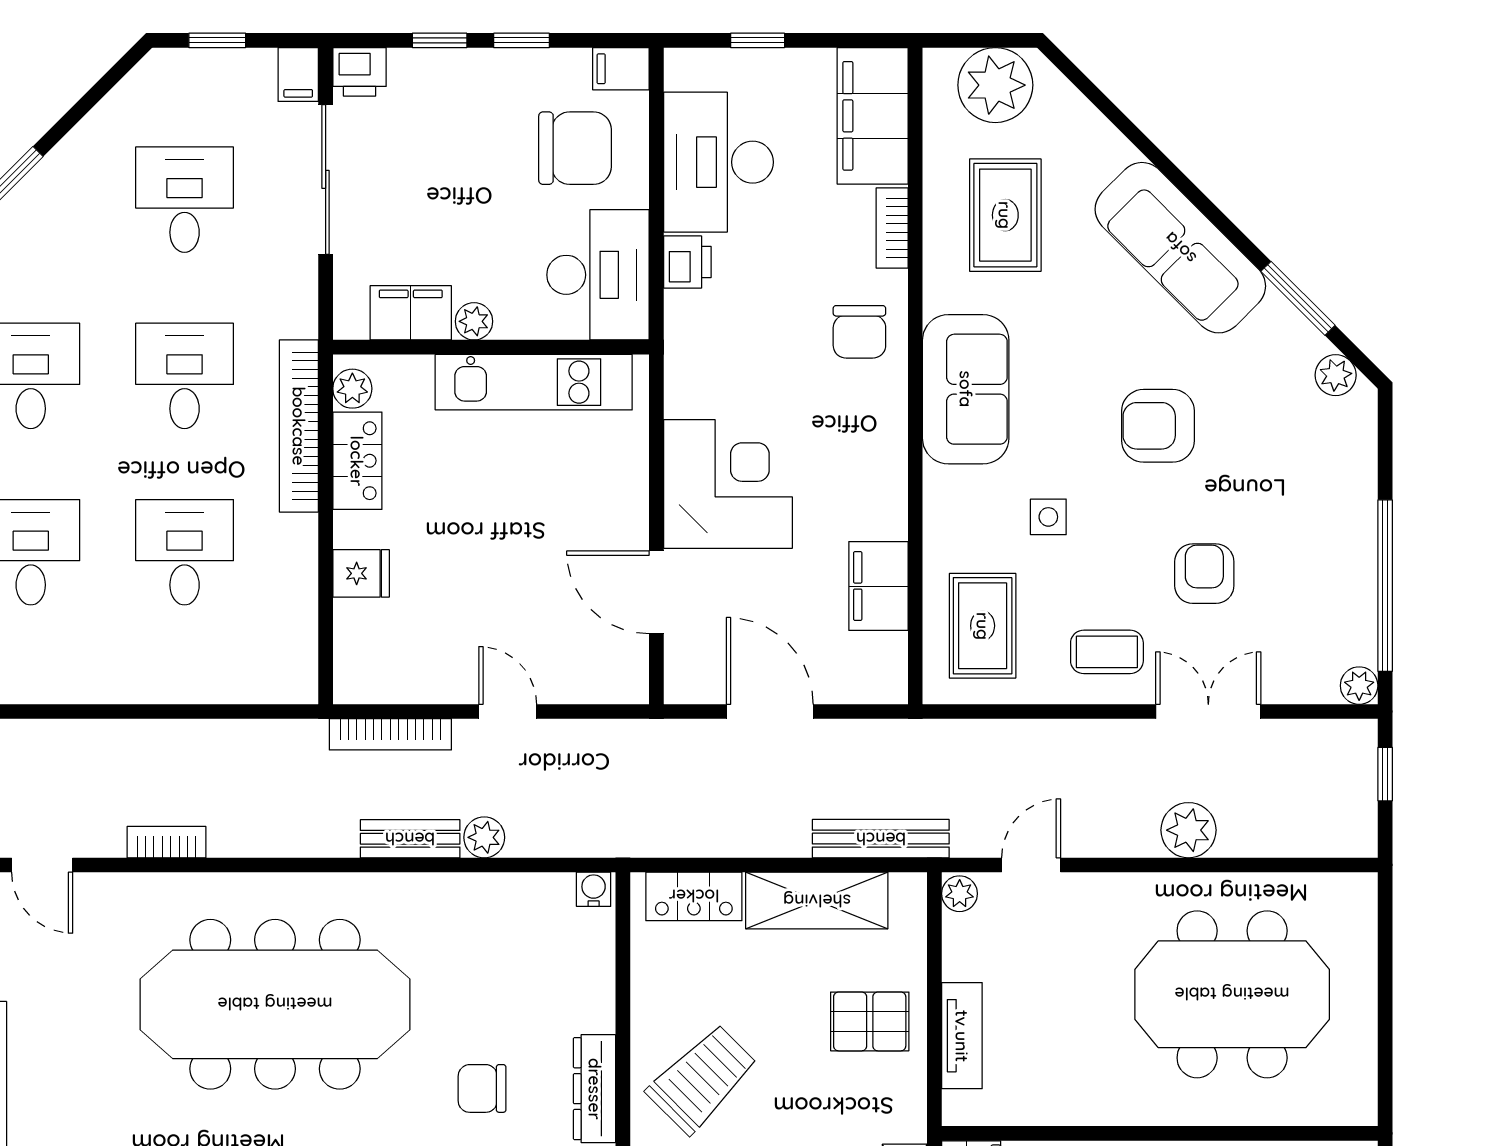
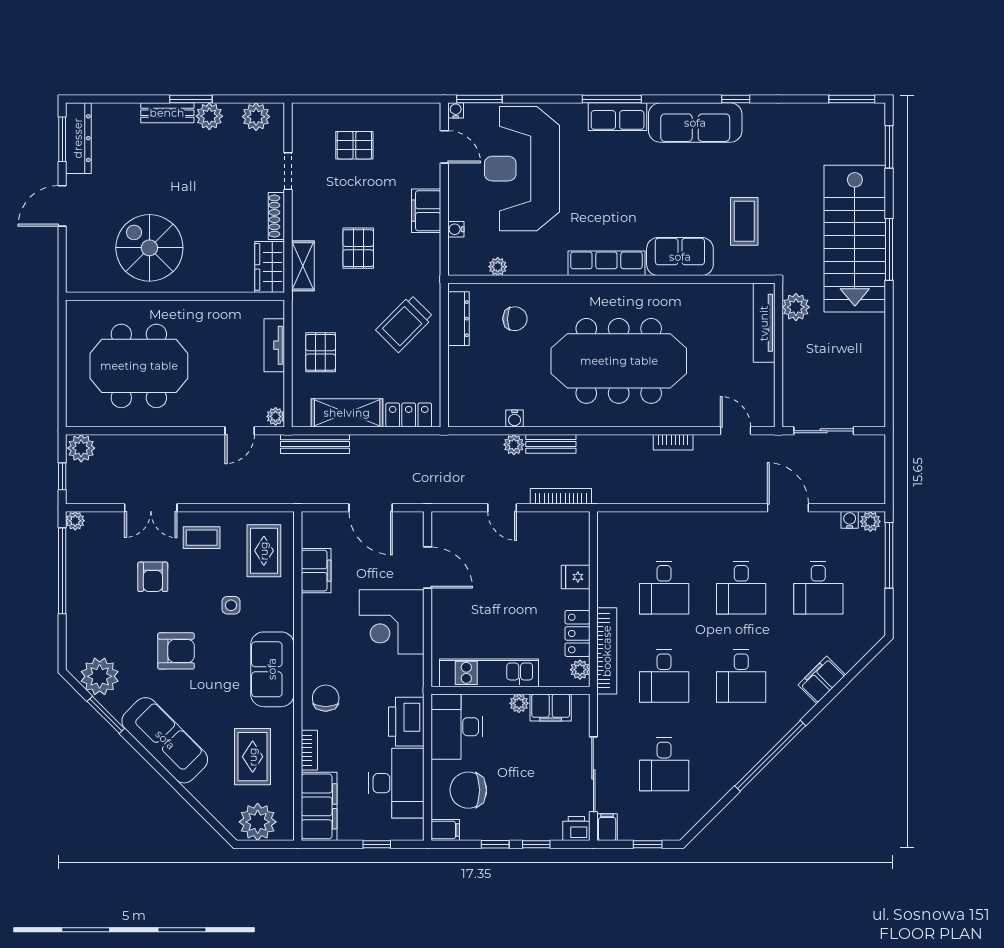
printer: (687, 262) -> (406, 722), width x1.87, depth x1.48
plant: (1336, 375) -> (100, 676), width x1.88, depth x1.88
plant: (1188, 830) -> (81, 448), moved
water cooler: (594, 889) -> (515, 419), moved
pallet: (870, 1021) -> (321, 352), turned 90

